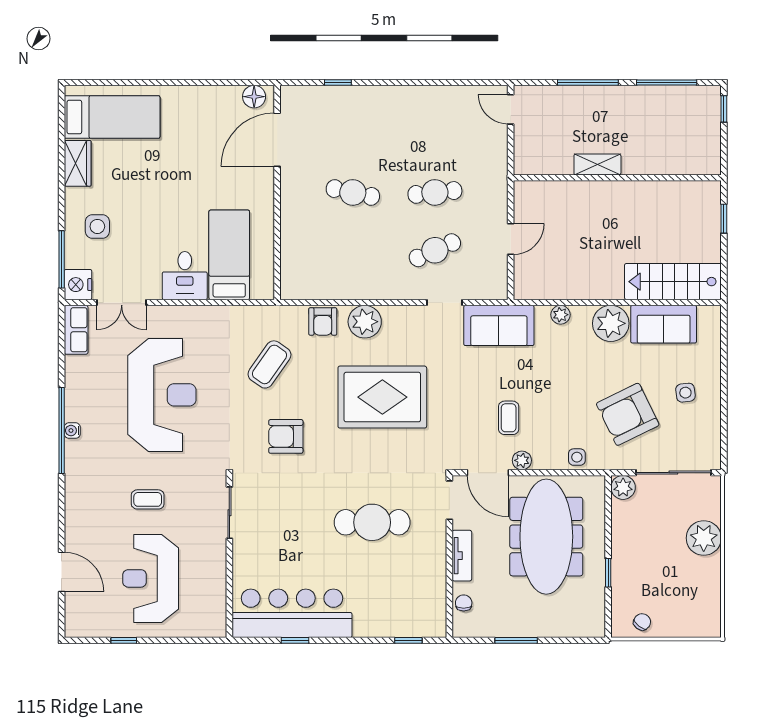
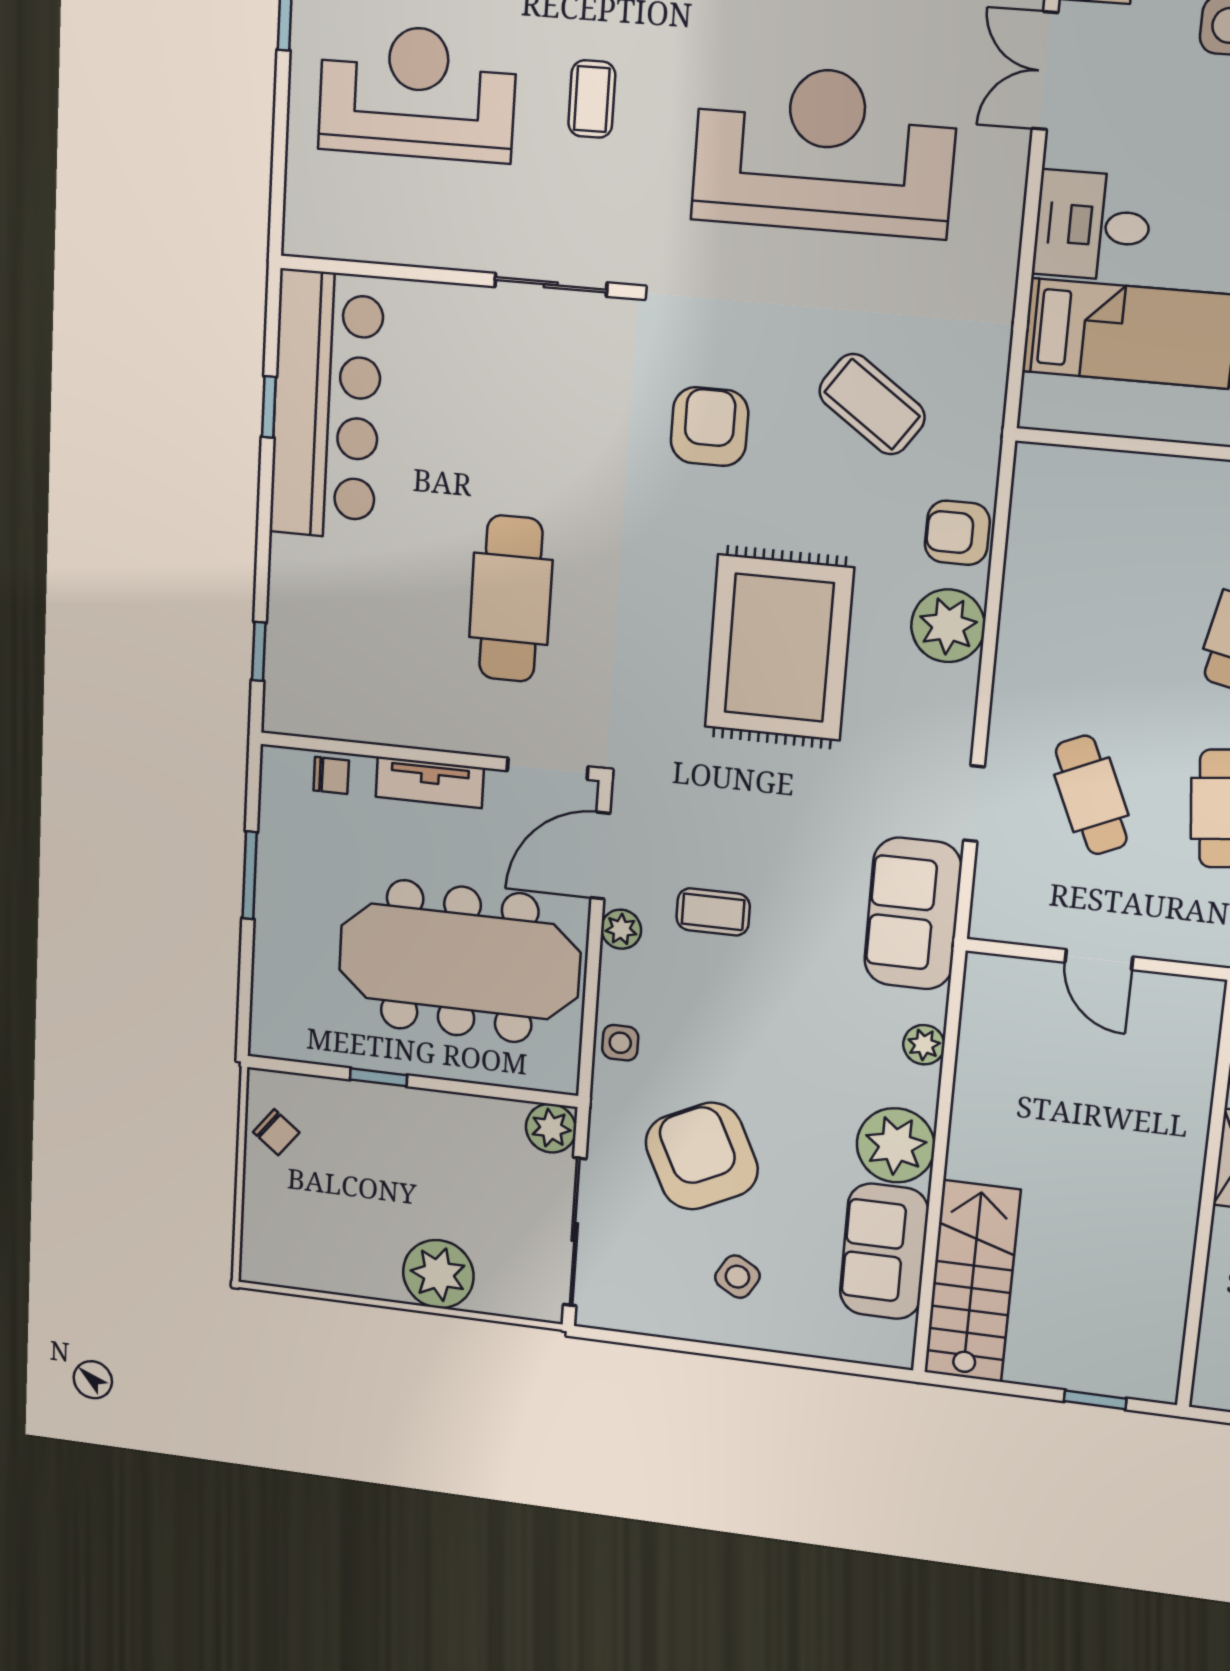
side table: (685, 393) -> (737, 1277), turned 37
reception desk: (162, 395) -> (824, 150), turned 180

